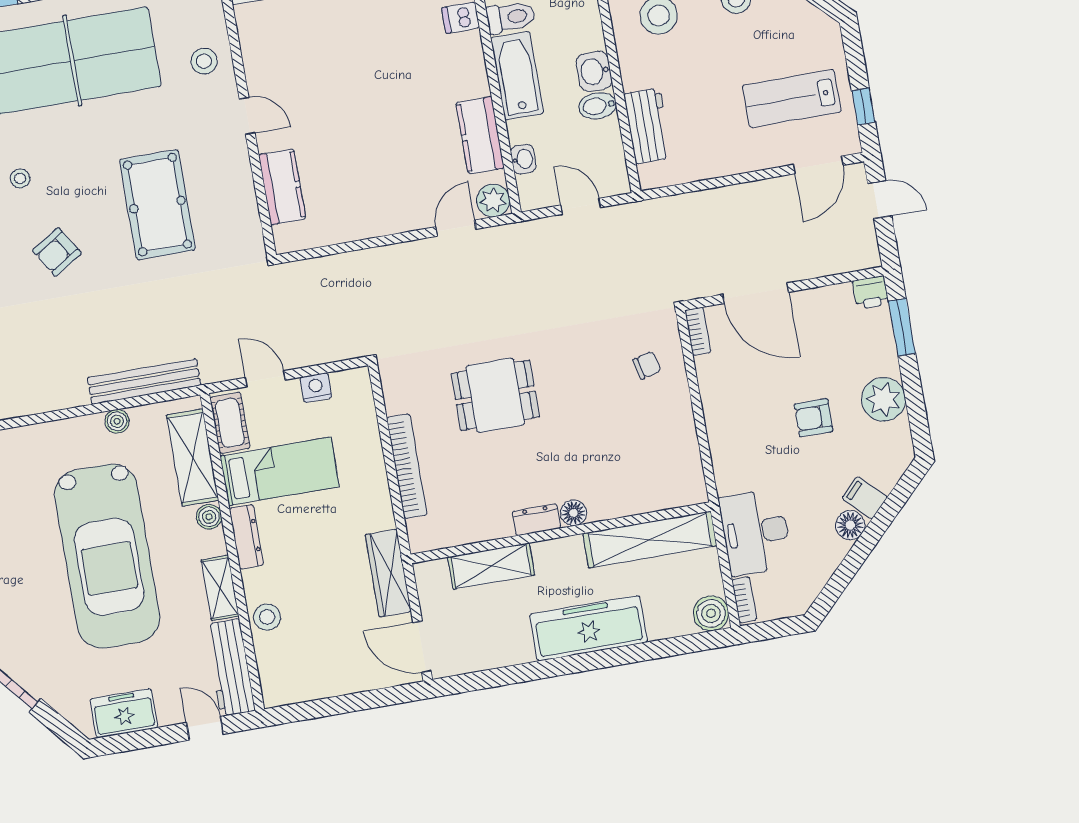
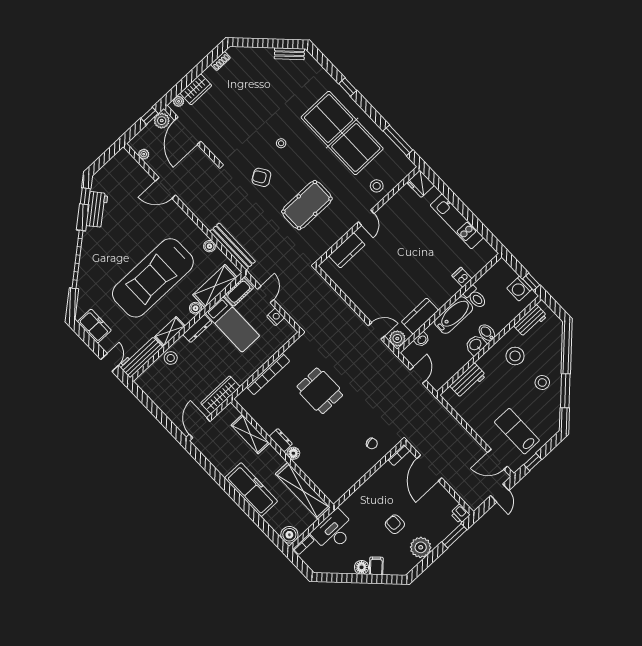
bidet: (598, 106) -> (487, 333), moved

